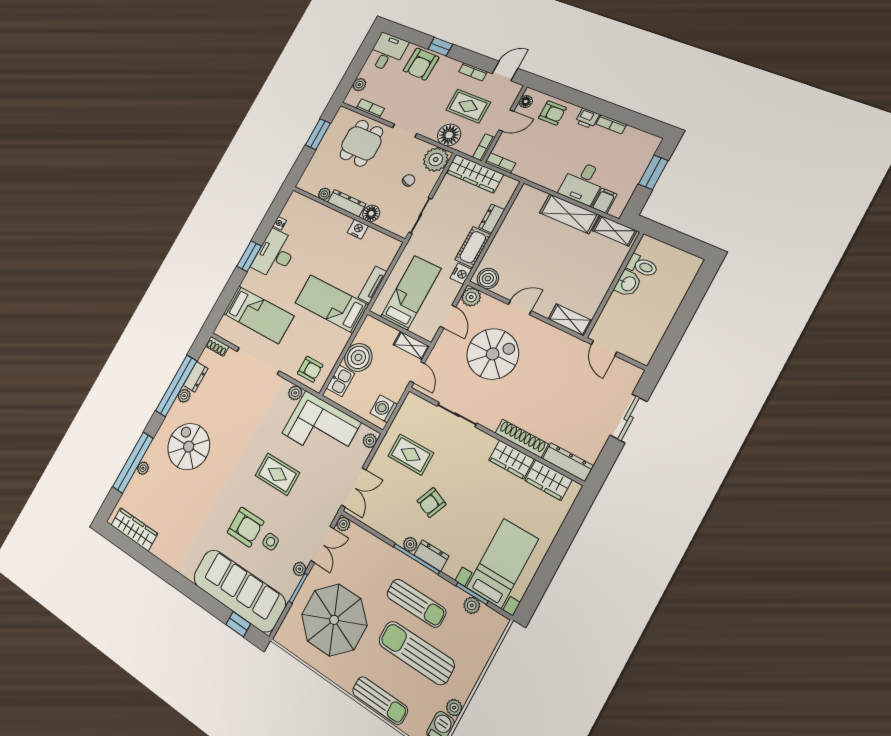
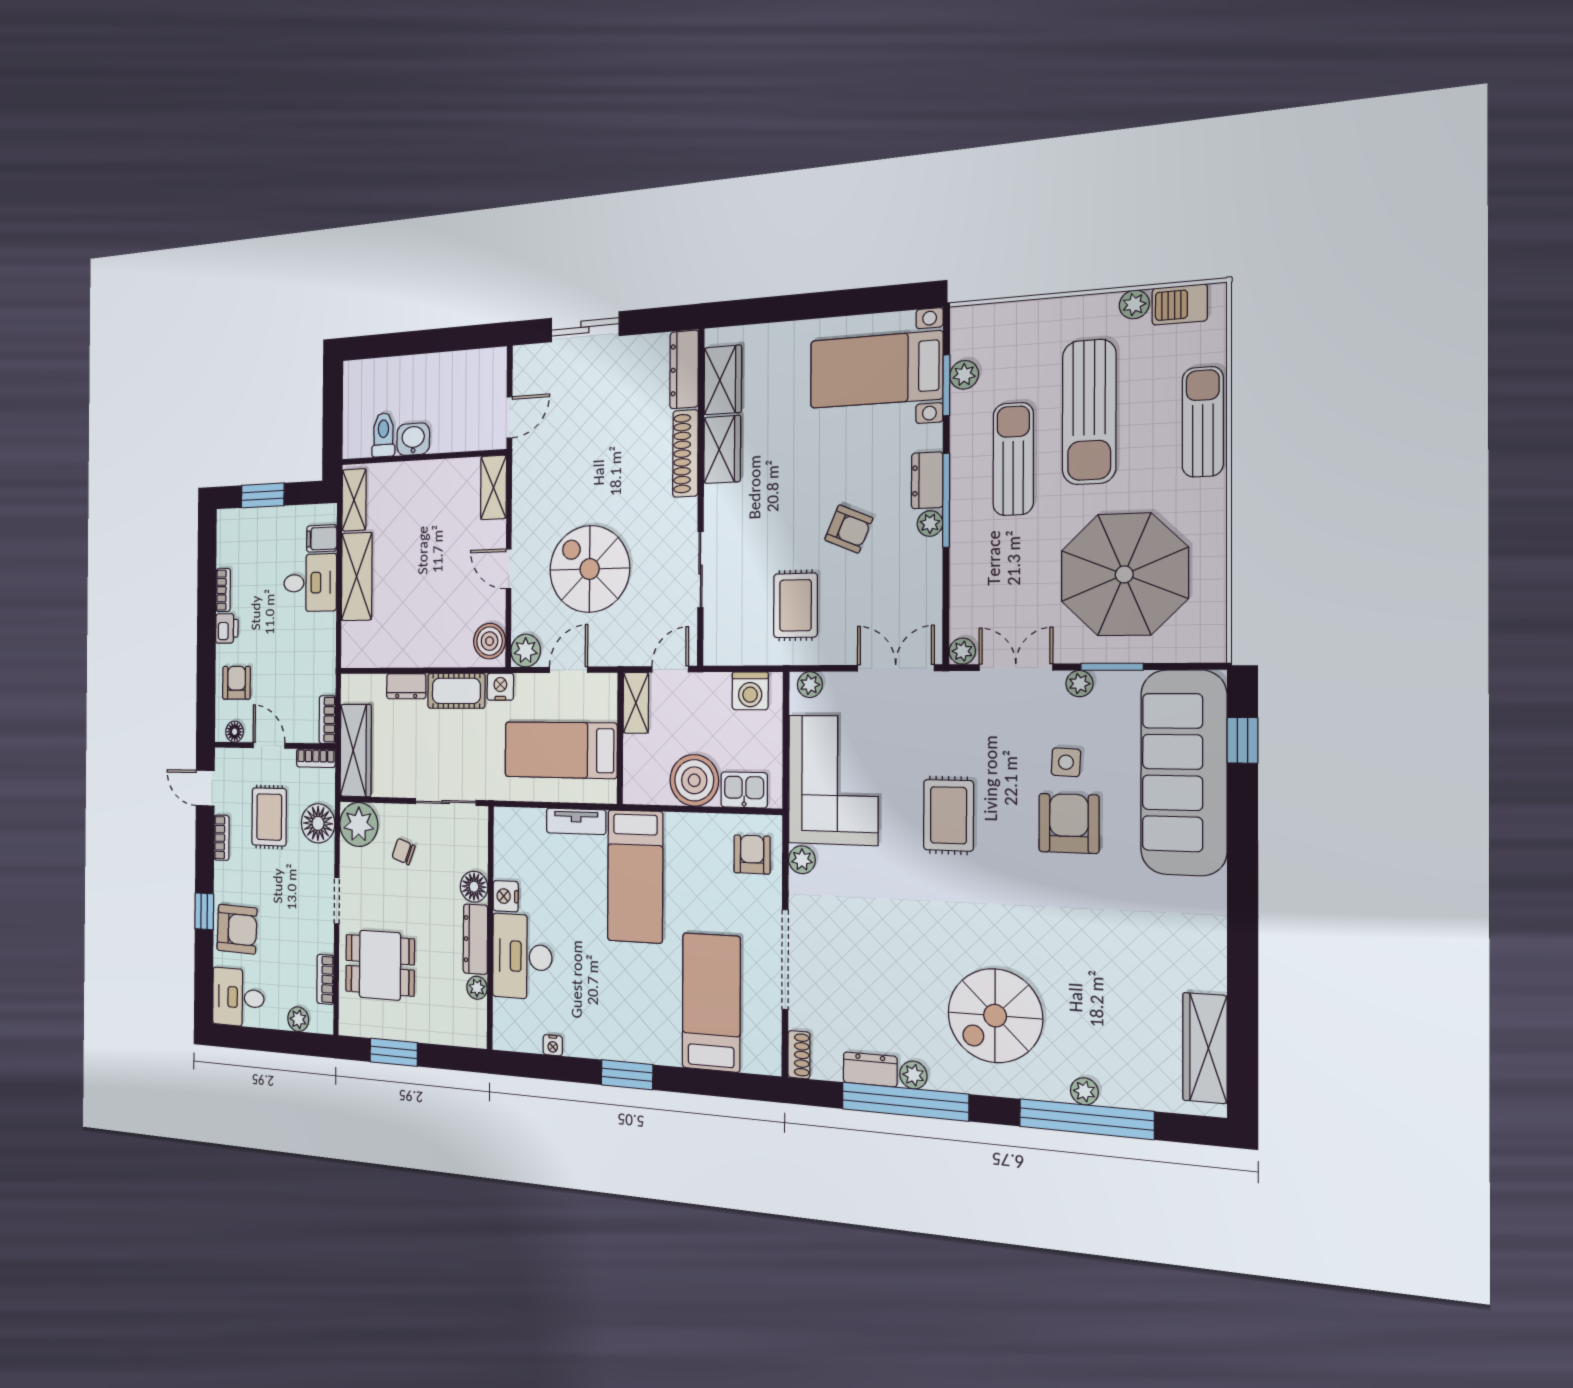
desk: (275, 254) -> (522, 957), moved, turned 90

